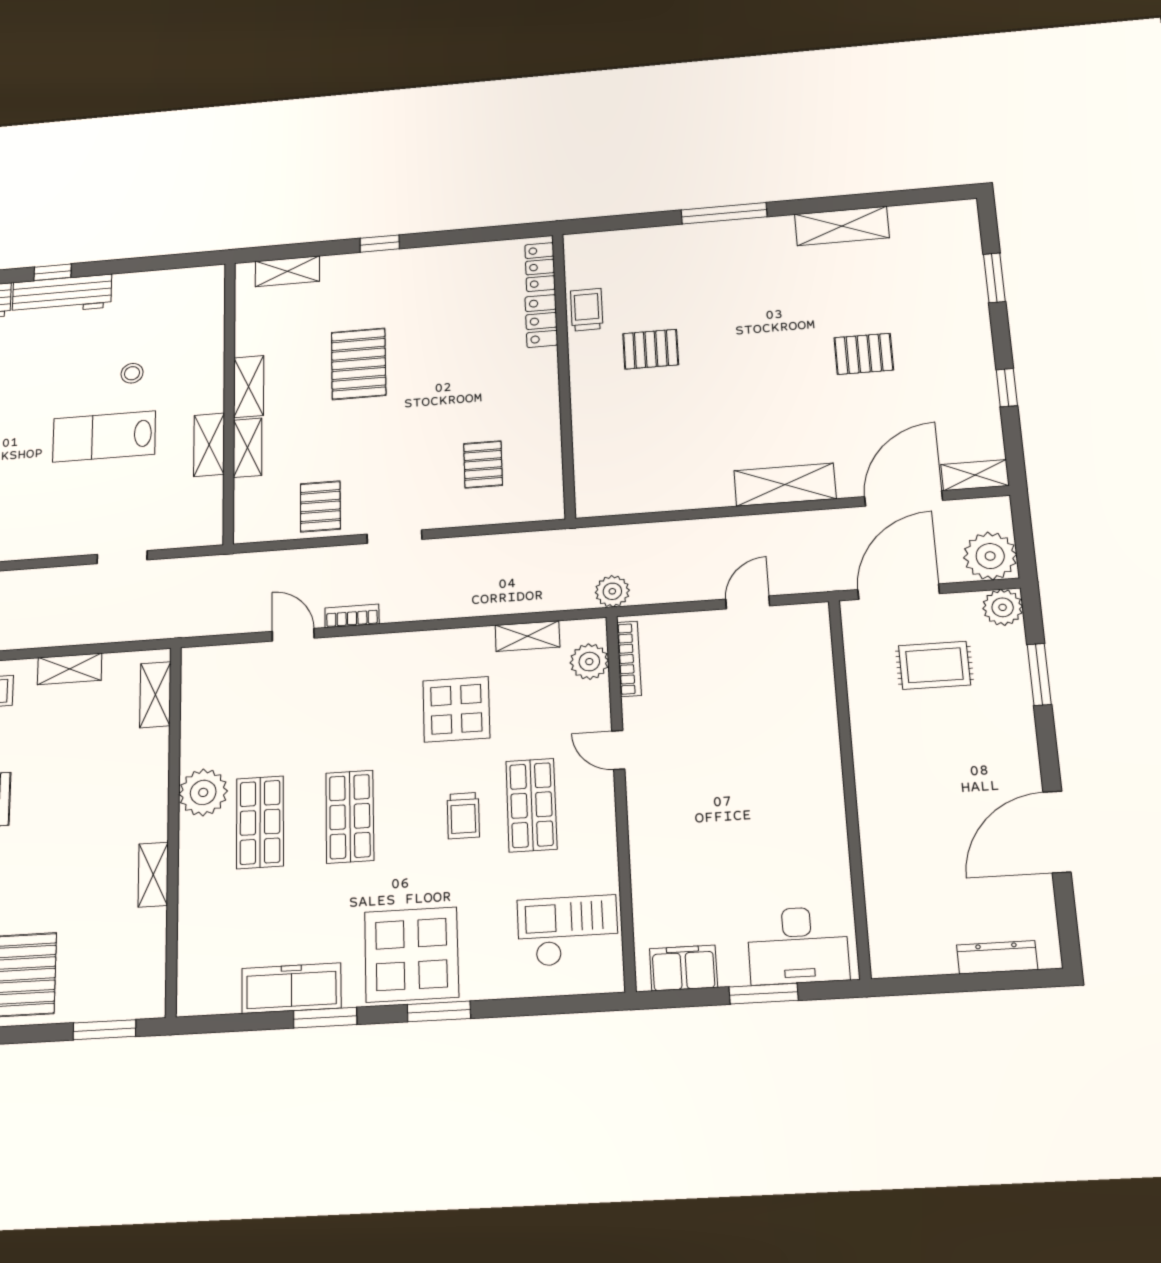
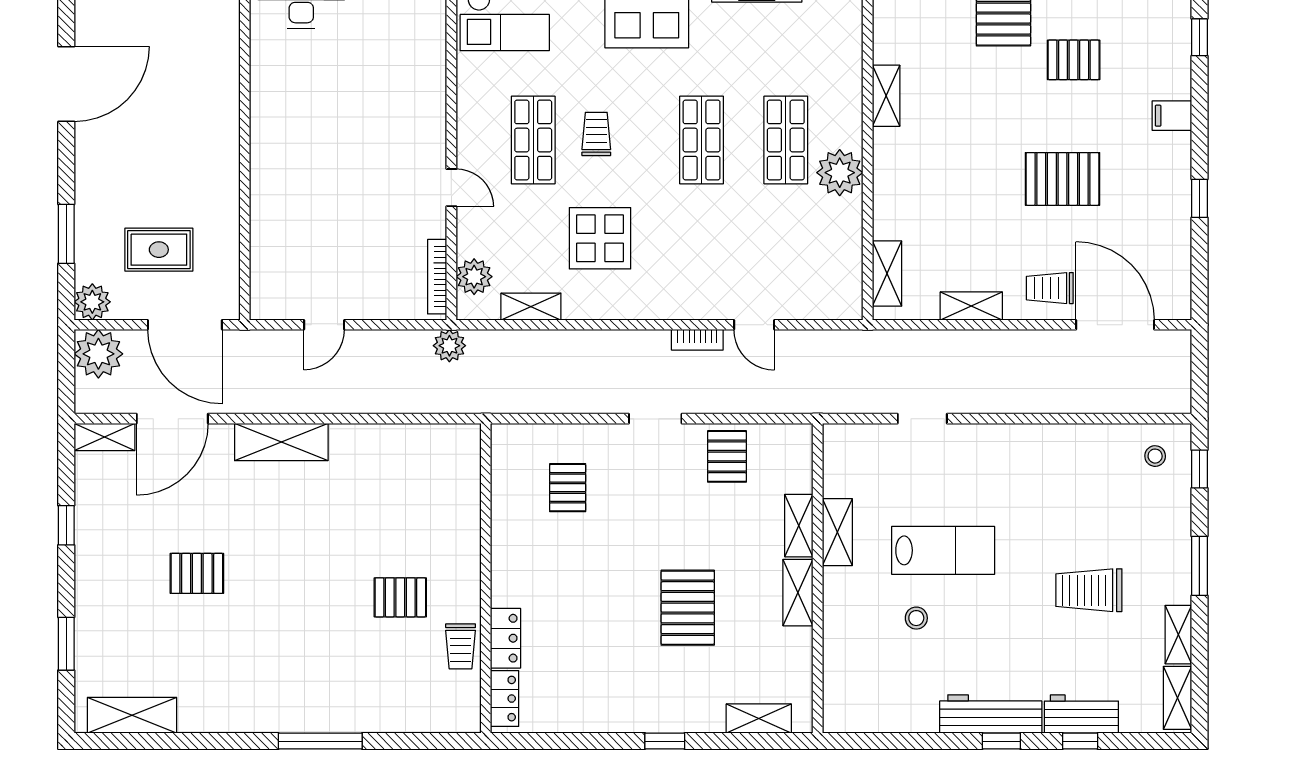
shelving: (842, 226) -> (132, 715), moved
door: (899, 592) -> (185, 325), hinge flipped

